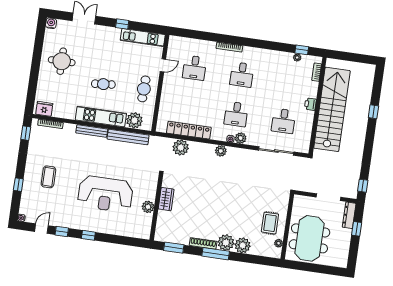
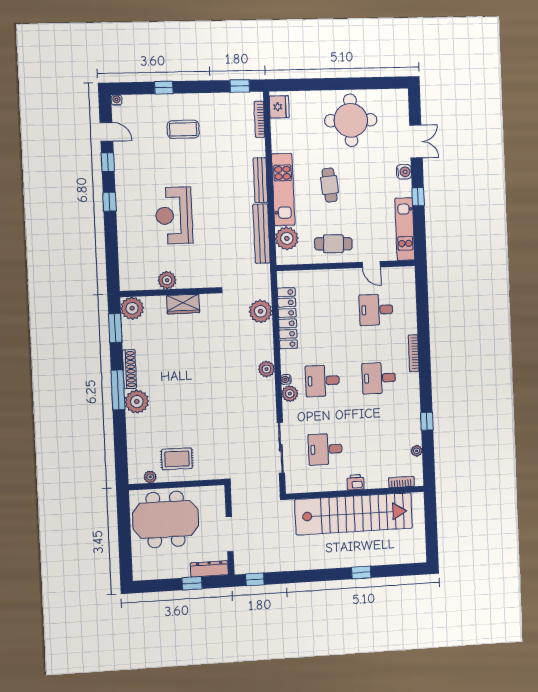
water cooler: (51, 23) -> (404, 172), moved
window: (302, 50) -> (427, 421), moved
round table: (62, 61) -> (351, 120), width x1.36, depth x1.36
reception desk: (105, 194) -> (174, 215), width x0.74, depth x0.77
plant: (243, 245) -> (132, 308), moved

